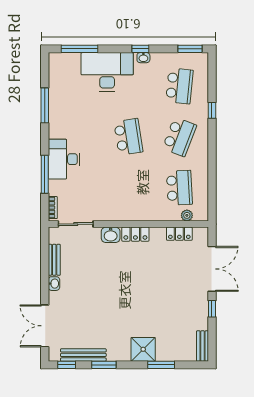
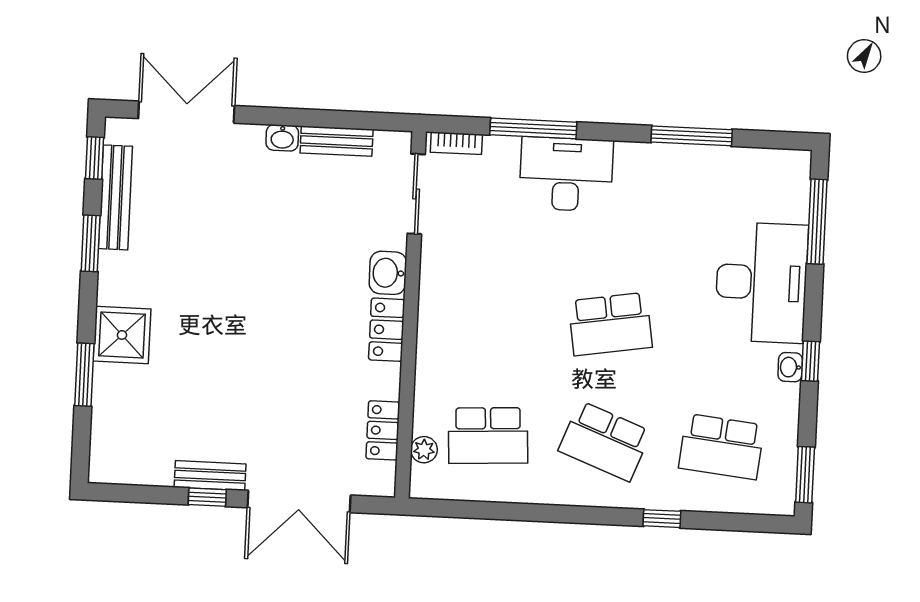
bench: (203, 346) -> (210, 476), moved

